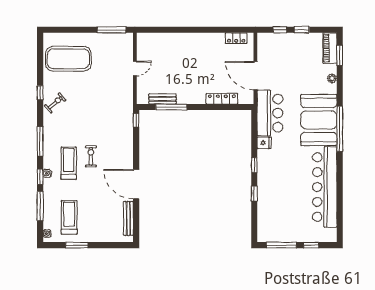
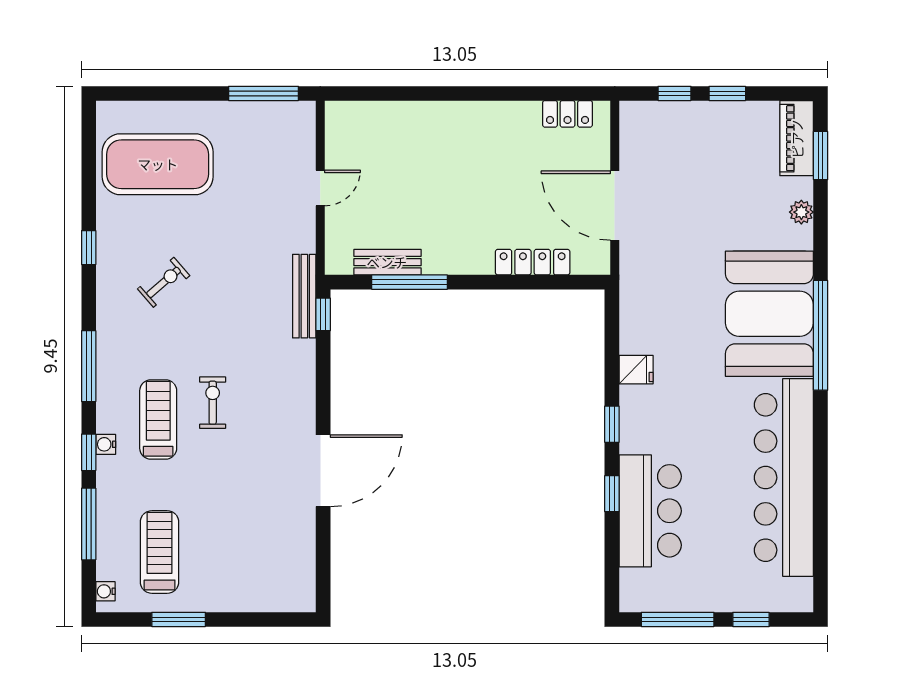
exercise bike: (55, 103) -> (164, 282), moved
bar counter: (270, 113) -> (650, 511), moved
door: (136, 184) -> (323, 471), swing flipped
bench: (128, 218) -> (304, 296), moved

